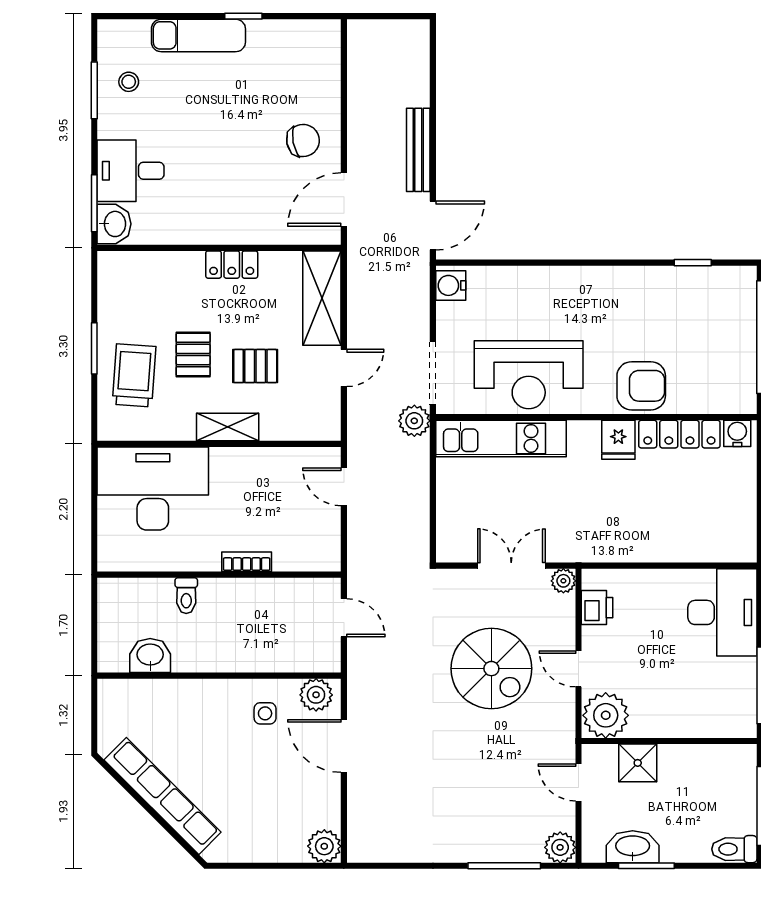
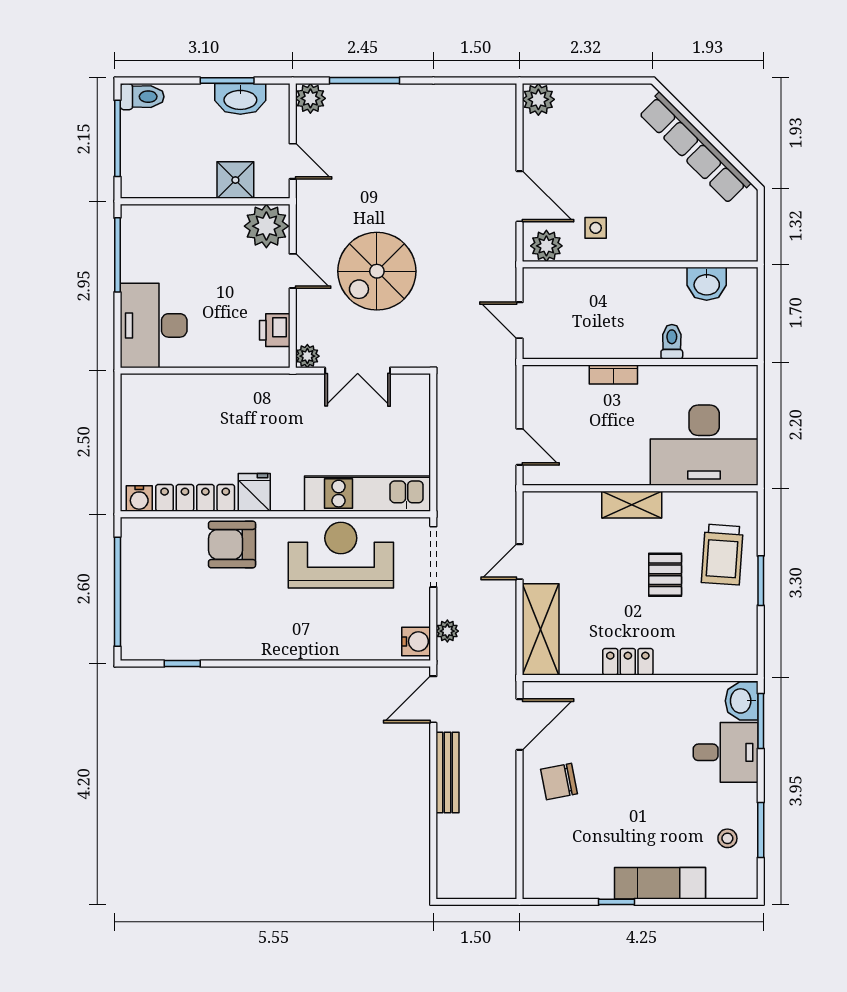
pallet: (255, 366) -> (605, 564), removed
plant: (414, 421) -> (447, 631), moved, width x0.73, depth x0.73
spiral stairs: (491, 669) -> (377, 271), turned -90

